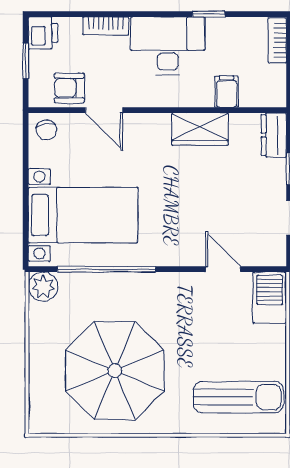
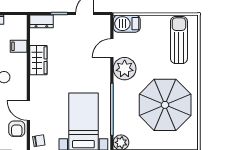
door: (104, 110) -> (28, 111), swing flipped
plant: (184, 293) -> (125, 69), added

